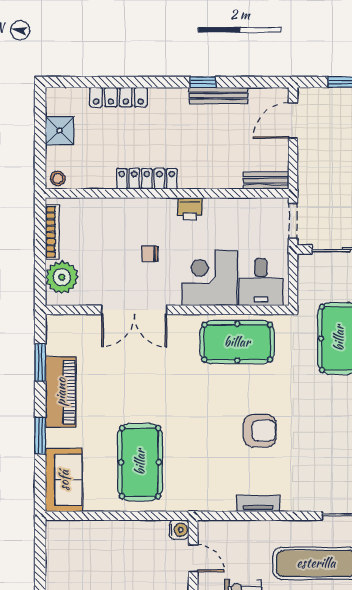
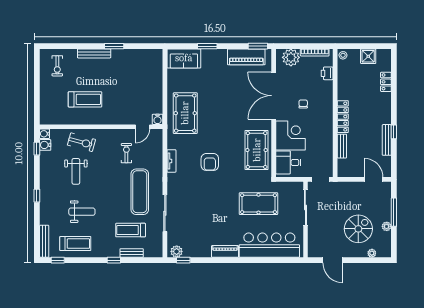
locker: (118, 97) -> (386, 82), width x0.66
locker: (147, 179) -> (343, 117), moved
bench: (266, 181) -> (342, 146), moved
printer: (190, 209) -> (327, 73), moved
double door: (134, 310) -> (274, 96), width x1.36
window: (40, 362) -> (258, 46), moved
piano: (61, 392) -> (246, 57), moved
pool table: (140, 462) -> (185, 113), moved, turned 90

